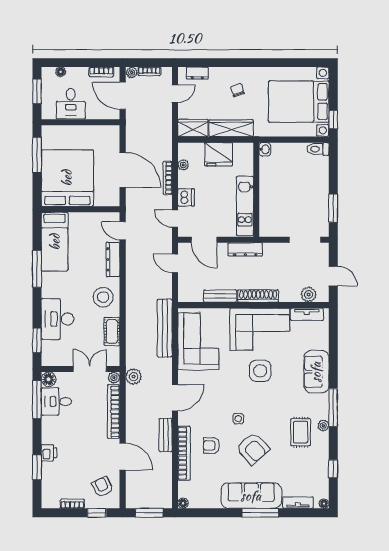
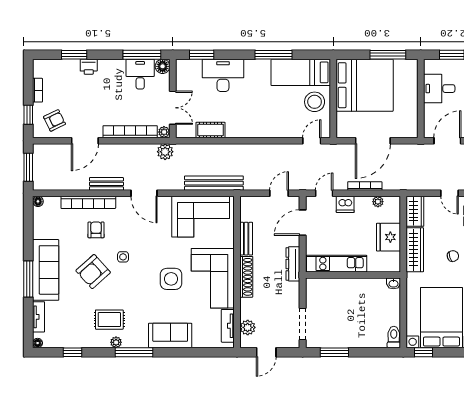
dresser: (113, 259) -> (283, 131), removed
stool: (103, 297) -> (315, 102), moved

